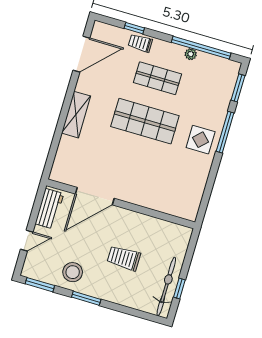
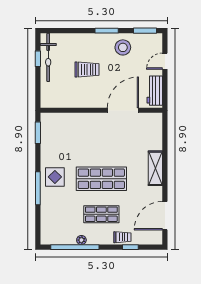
window: (238, 88) -> (38, 133), moved

